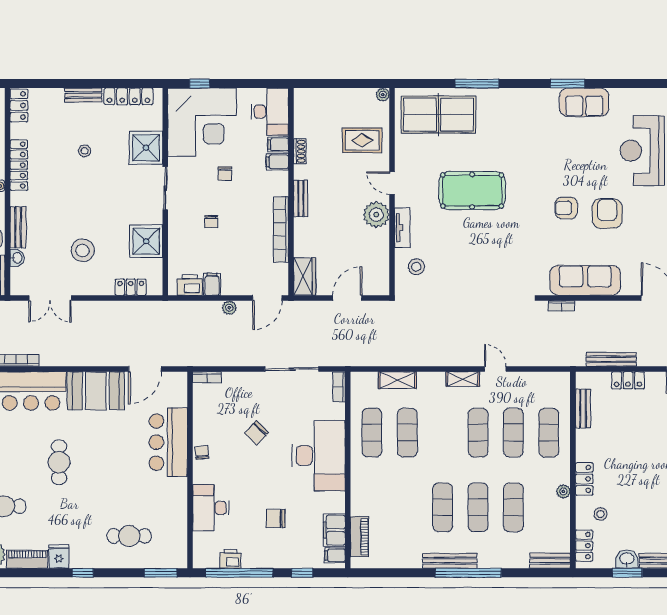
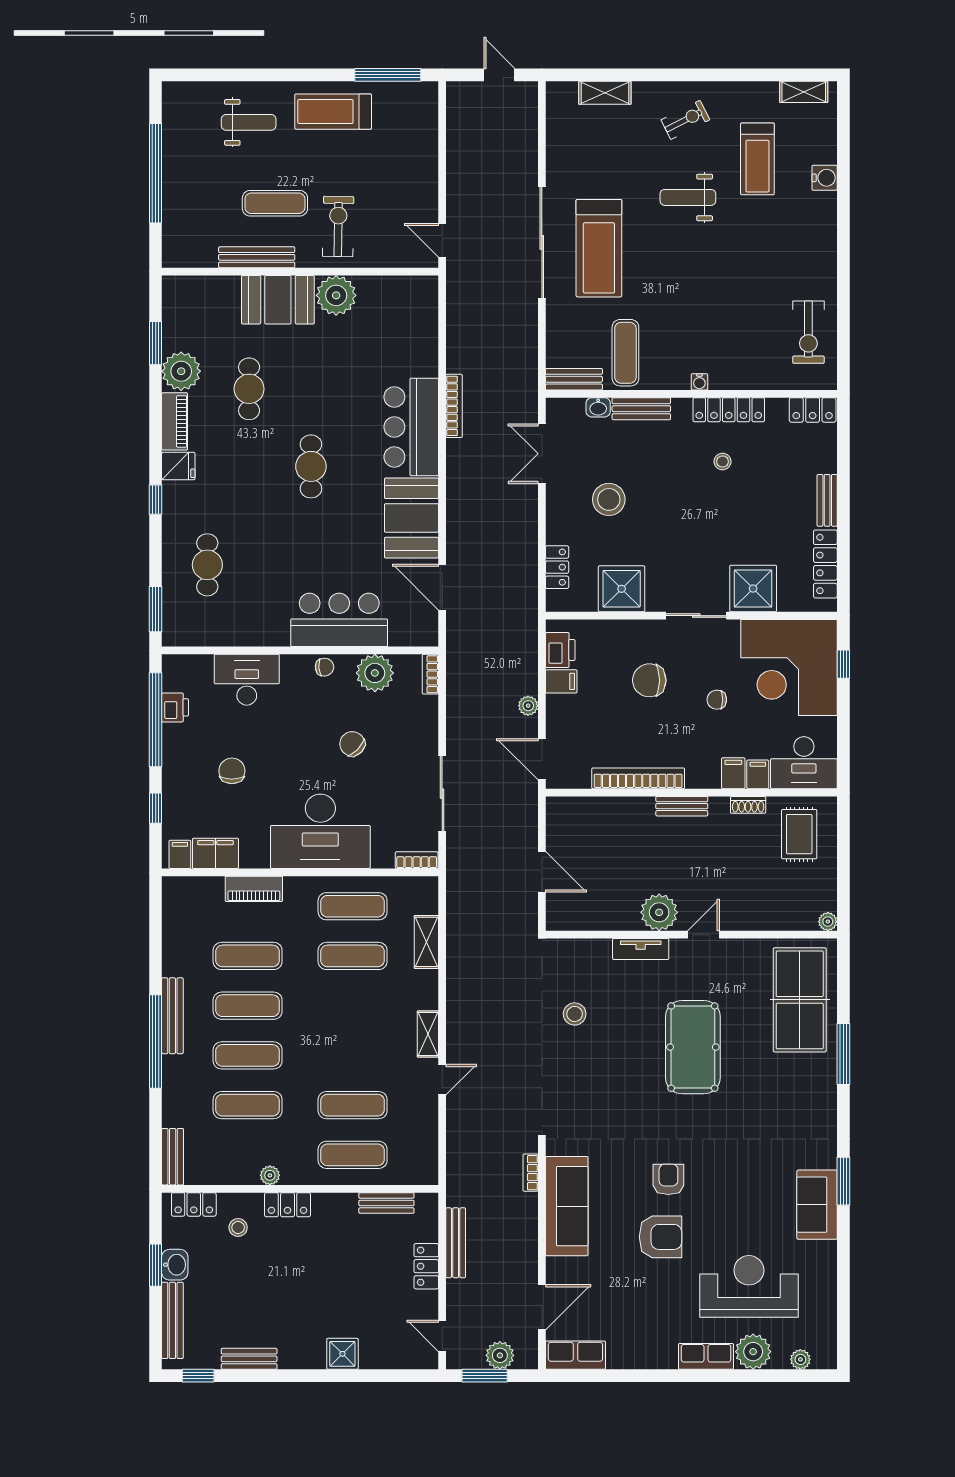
rug: (362, 140) -> (799, 834), moved
stool: (85, 151) -> (723, 462), moved
chair: (211, 222) -> (649, 680), width x1.87, depth x1.87
stool: (416, 267) -> (575, 1014), moved
wardrobe: (305, 276) -> (572, 812), removed
plant: (206, 417) -> (375, 673), added
exercise mat: (478, 433) -> (248, 956), moved
cafe table: (59, 462) -> (311, 466), turned 90
piano: (360, 537) -> (254, 889), moved

